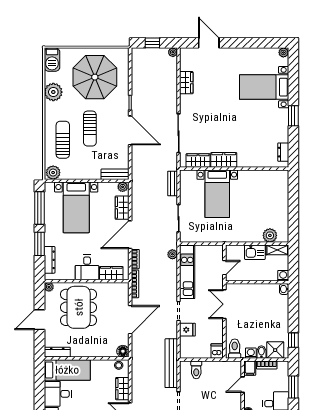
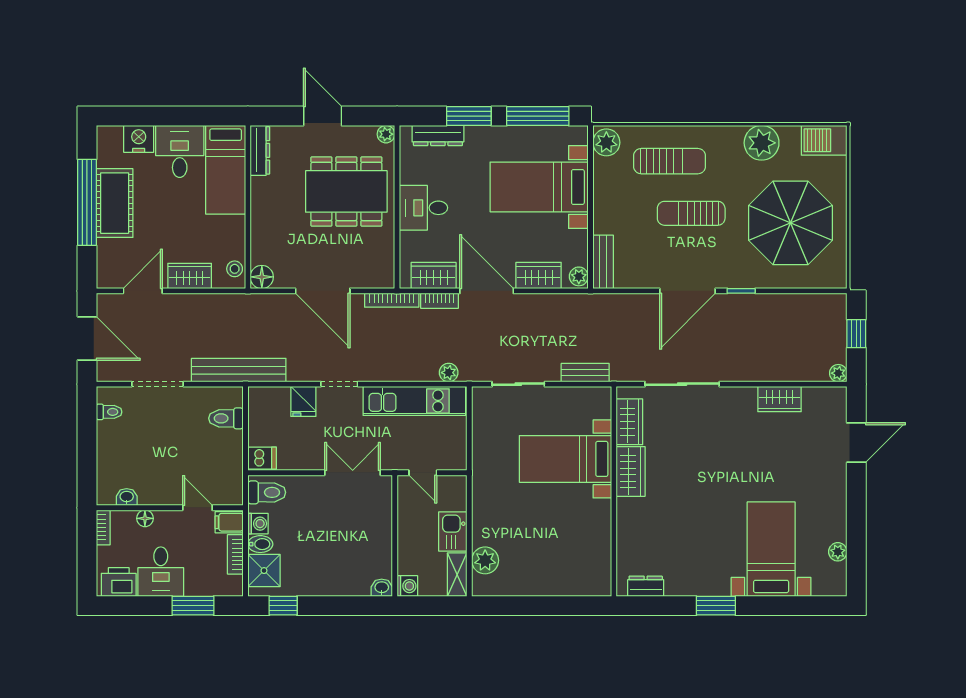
plant: (283, 52) -> (838, 552), moved
wardrobe: (111, 273) -> (434, 276), moved, turned -90

